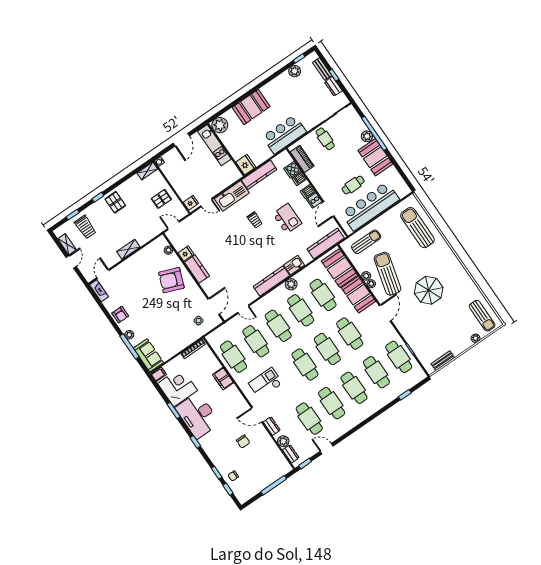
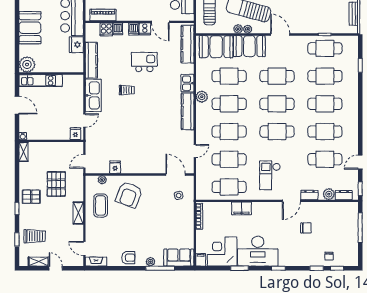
fridge: (246, 165) -> (76, 45), moved, turned -90
pallet: (161, 199) -> (56, 184), moved, width x1.50, depth x1.42
coffee table: (147, 263) -> (101, 206), added
kitchen counter: (197, 269) -> (135, 167), removed

